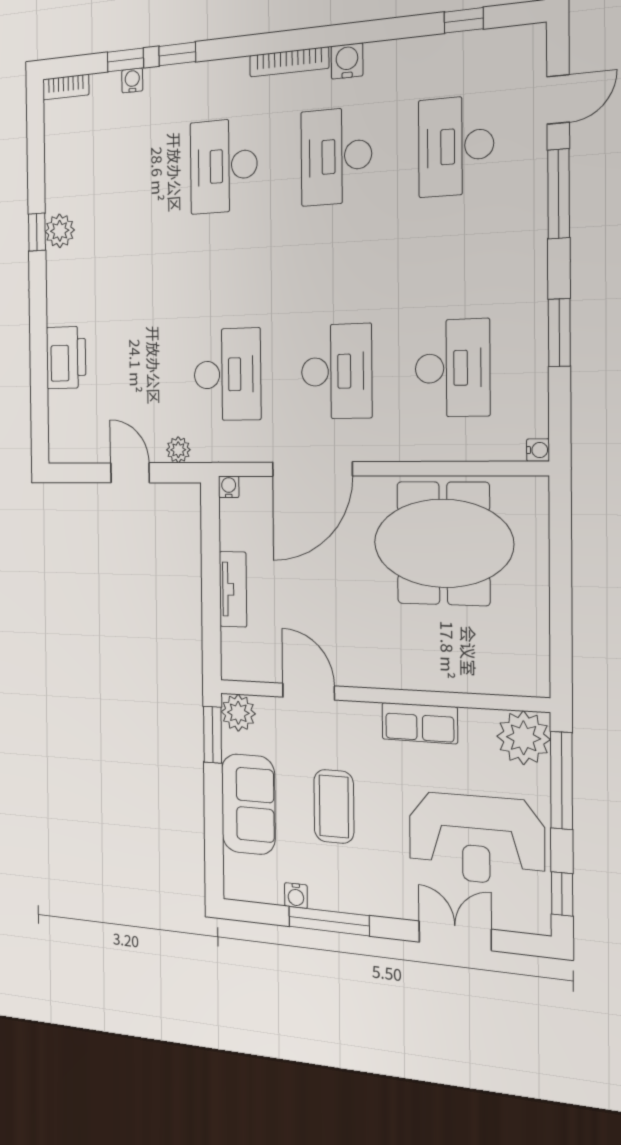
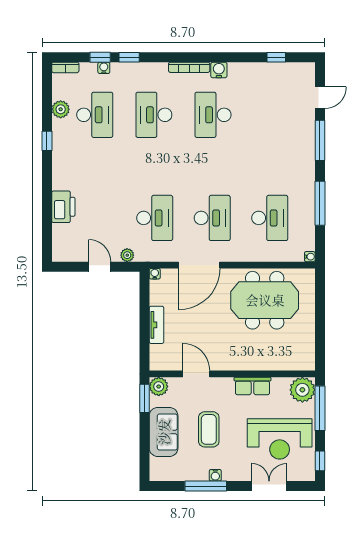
desk: (456, 146) -> (95, 115), moved, turned 180
plant: (60, 231) -> (61, 109), moved
window: (559, 333) -> (320, 203), width x1.44
water cooler: (296, 896) -> (215, 475), moved

